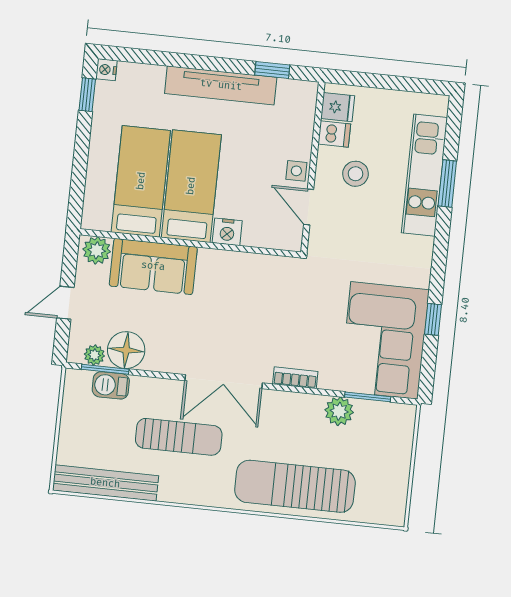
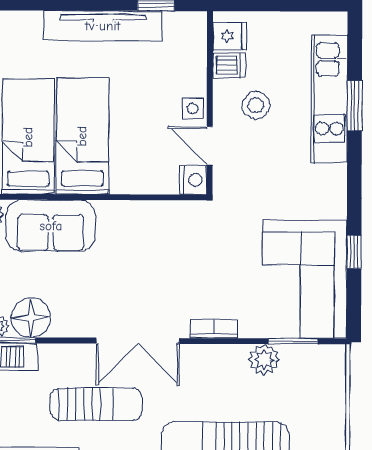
nightstand: (227, 232) -> (193, 180), moved, turned -90

